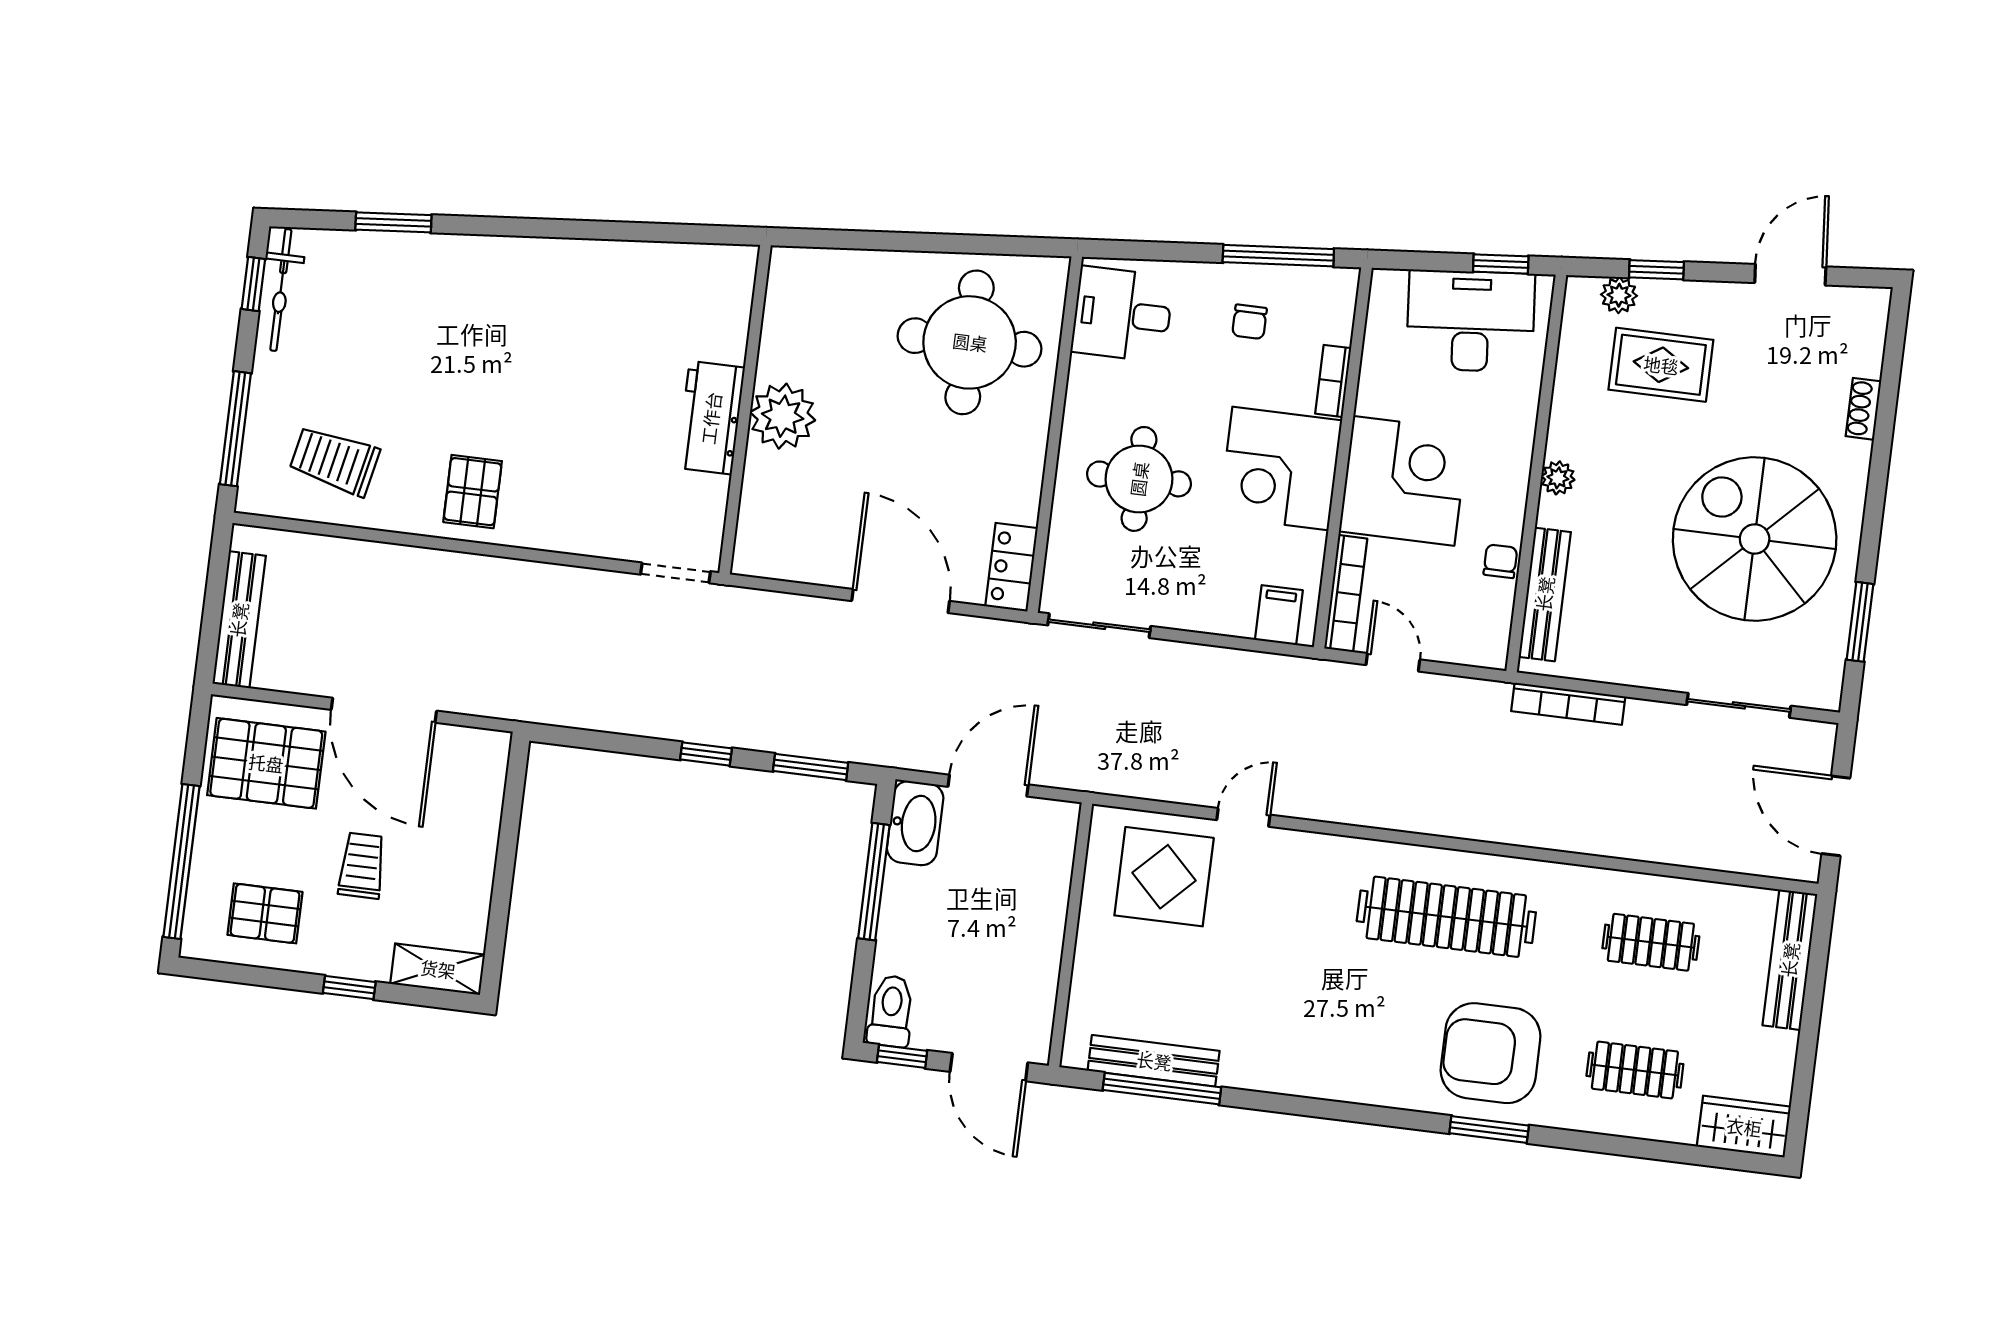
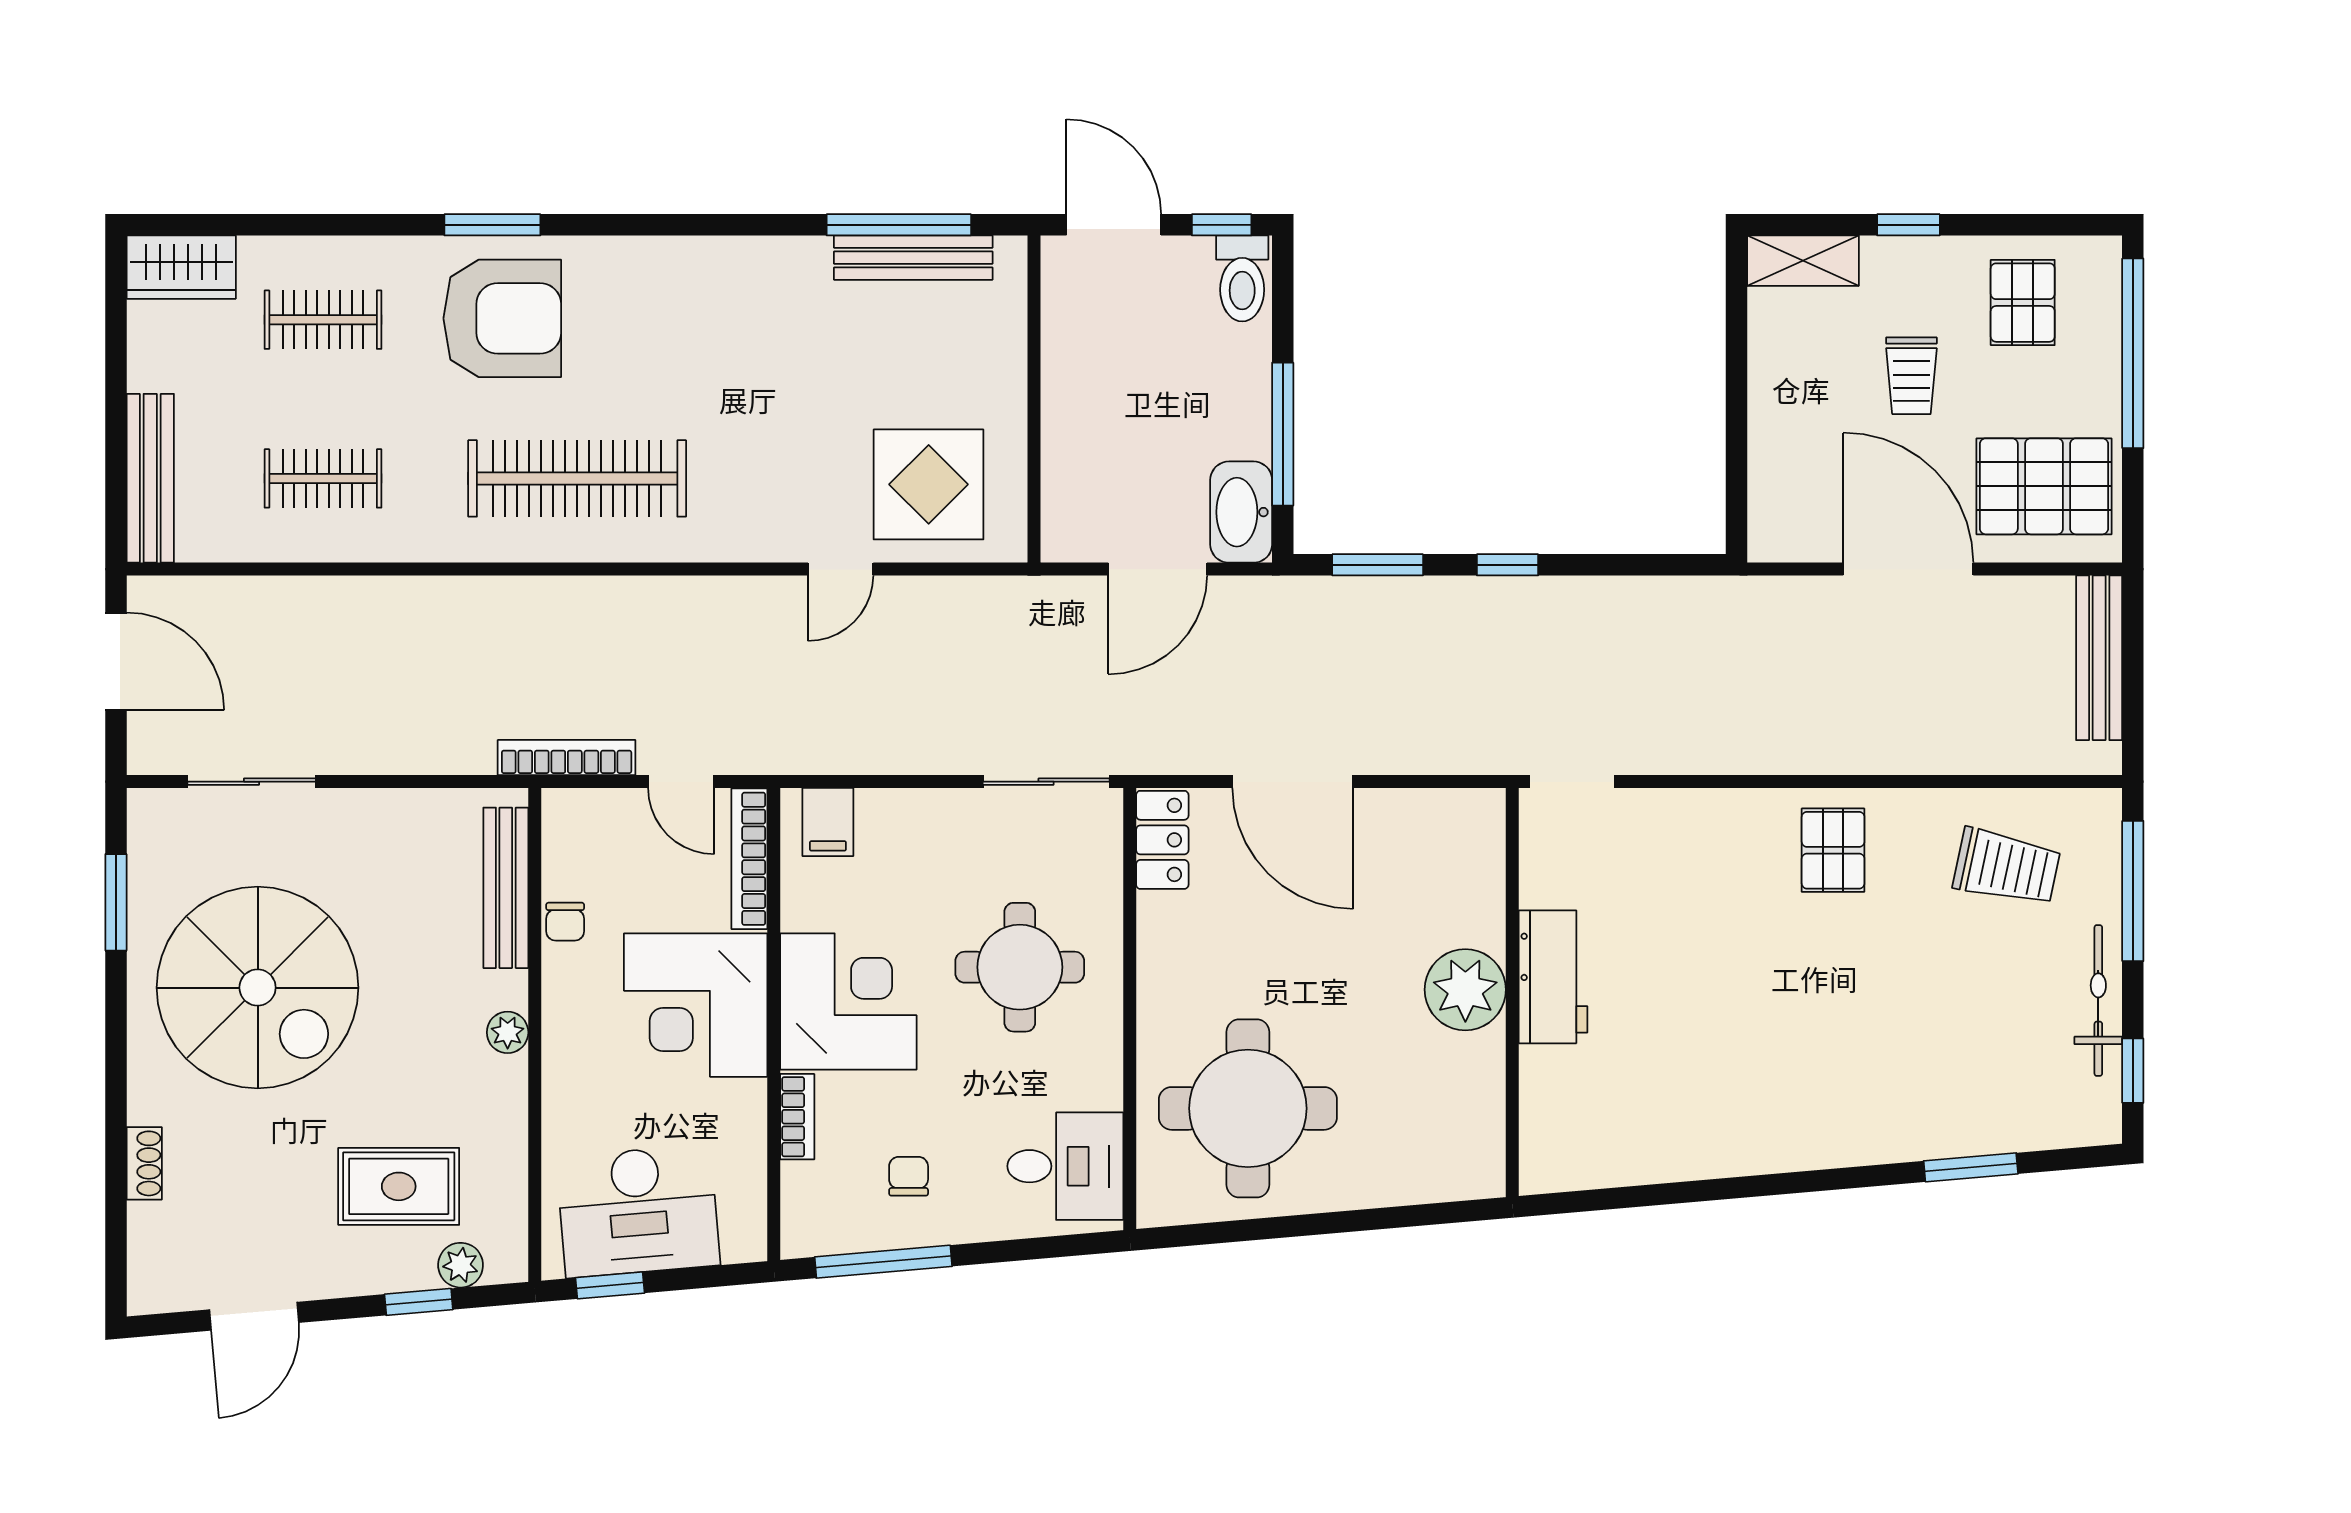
bicycle: (281, 290) -> (2098, 1000), moved
bookcase: (1568, 704) -> (567, 758), moved
pallet: (265, 913) -> (2023, 303), turned 90

